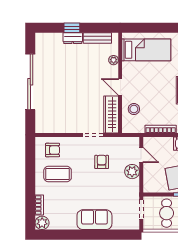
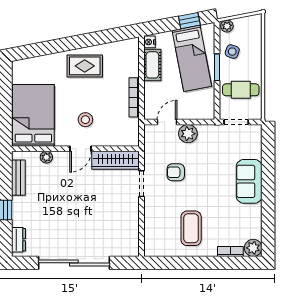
dresser: (73, 38) -> (18, 240), moved
bed: (146, 50) -> (33, 115), width x1.50
stool: (134, 109) -> (85, 120), moved
armchair: (53, 150) -> (161, 235), removed

